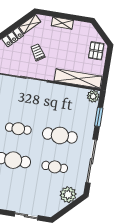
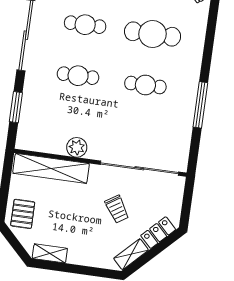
shelving: (62, 23) -> (50, 253), moved
plant: (93, 96) -> (77, 147), moved
cafe table: (60, 135) -> (78, 76), width x0.73, depth x0.74

